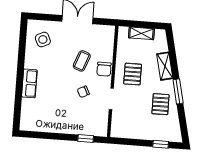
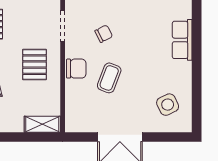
shelving: (141, 33) -> (42, 124), moved
chair: (104, 69) -> (76, 69), turned 90

